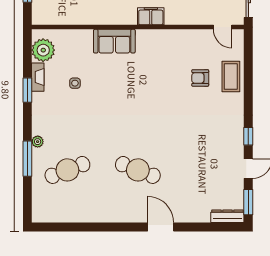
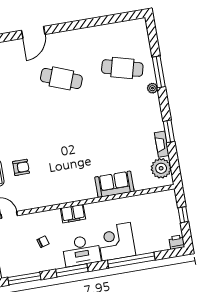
sofa: (114, 41) -> (114, 184), moved
side table: (75, 83) -> (129, 144), removed
cafe table: (67, 170) -> (122, 68), turned 36
door: (161, 227) -> (33, 32), hinge flipped

